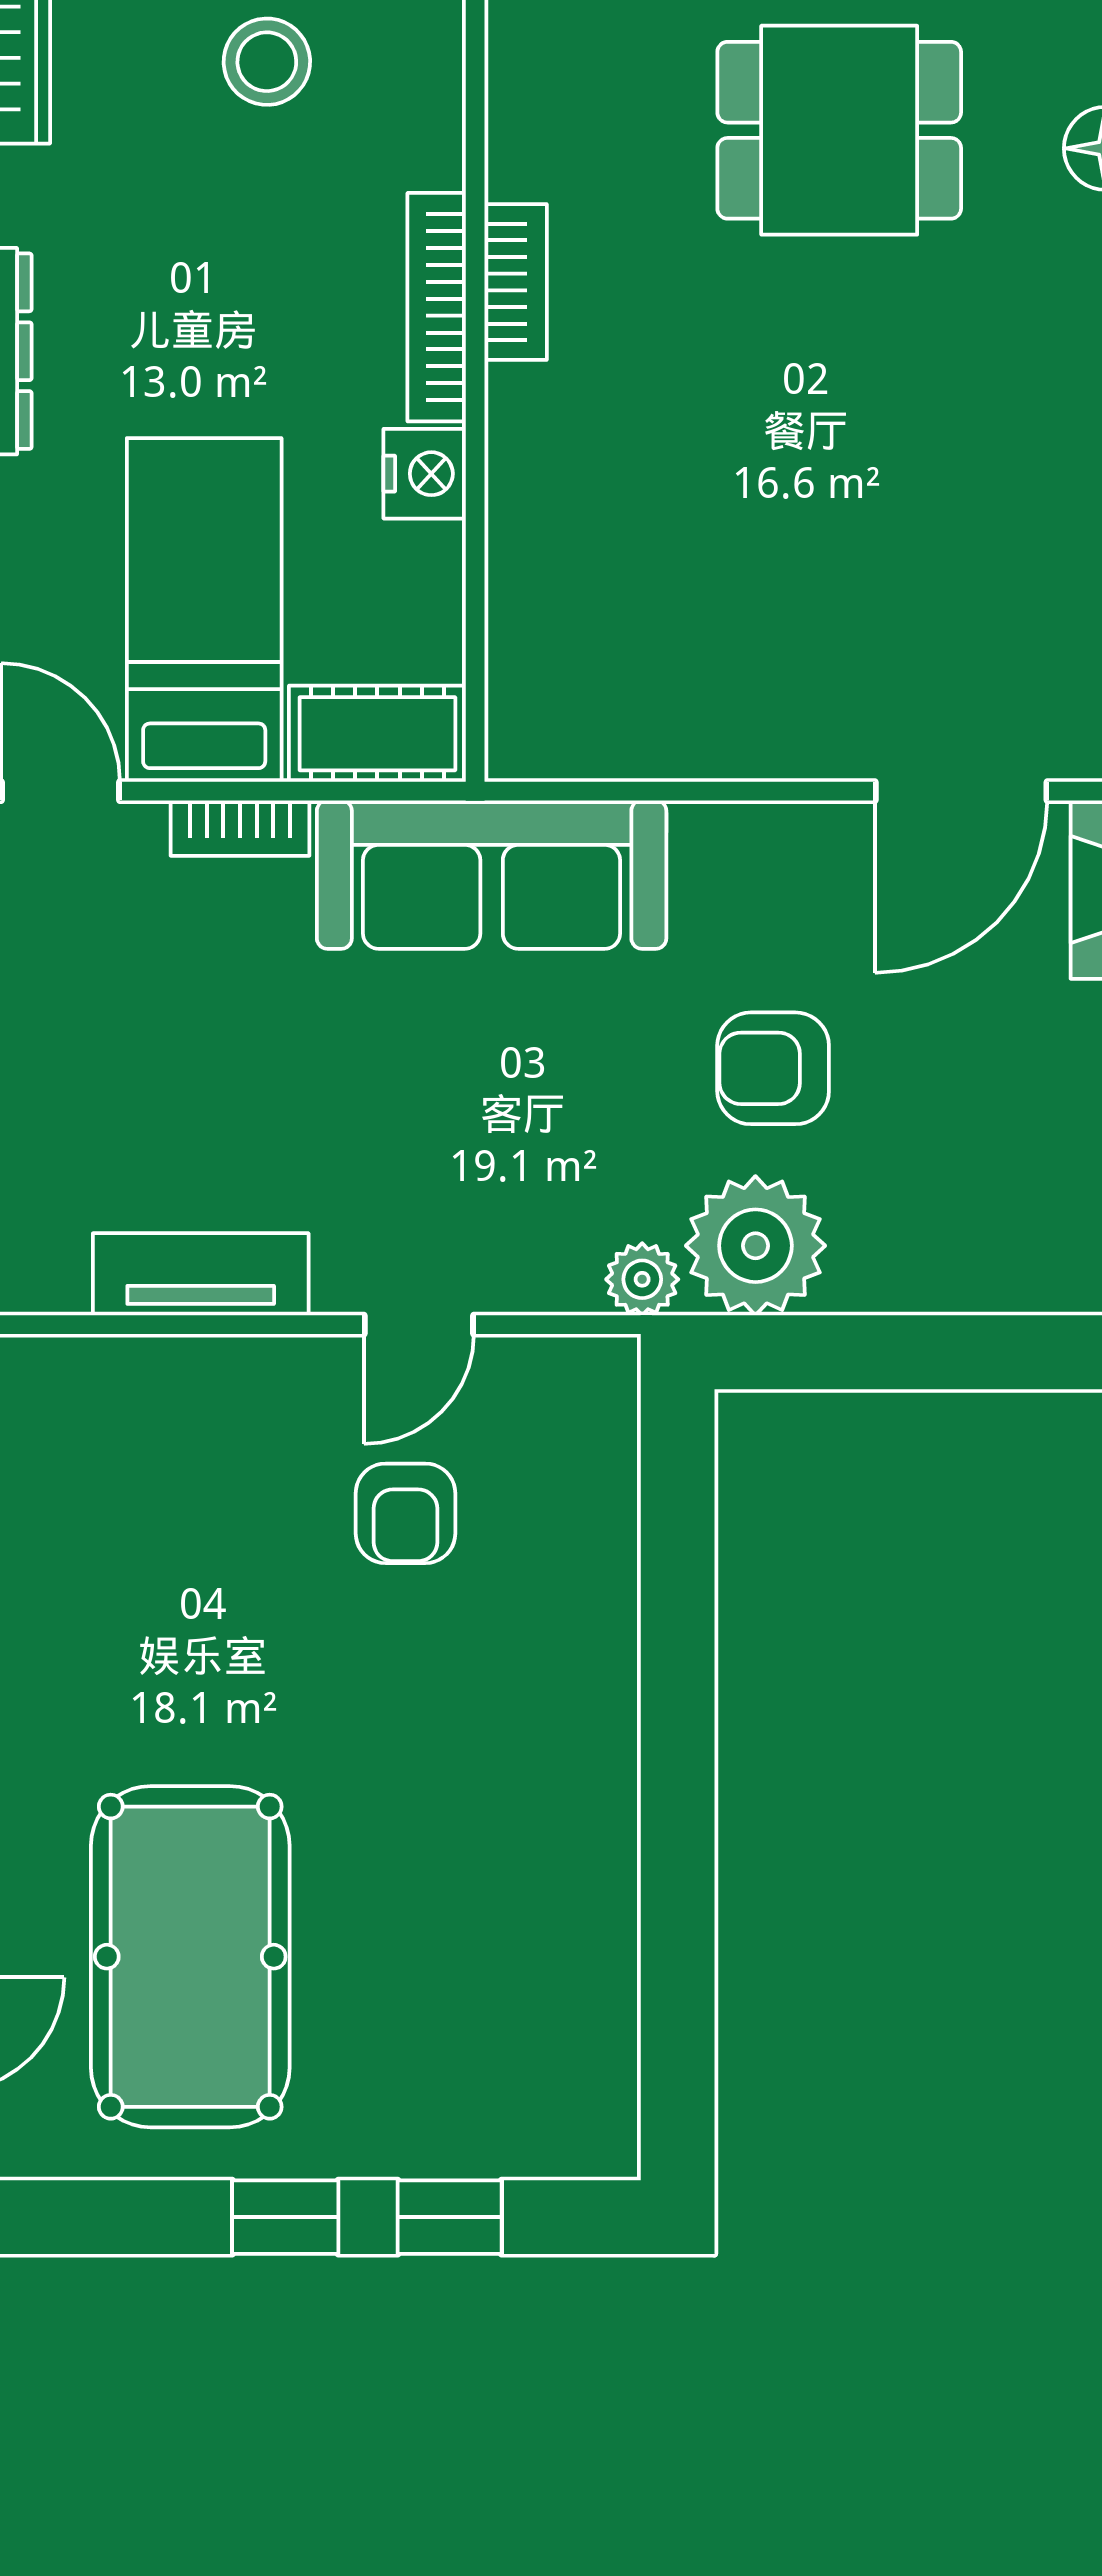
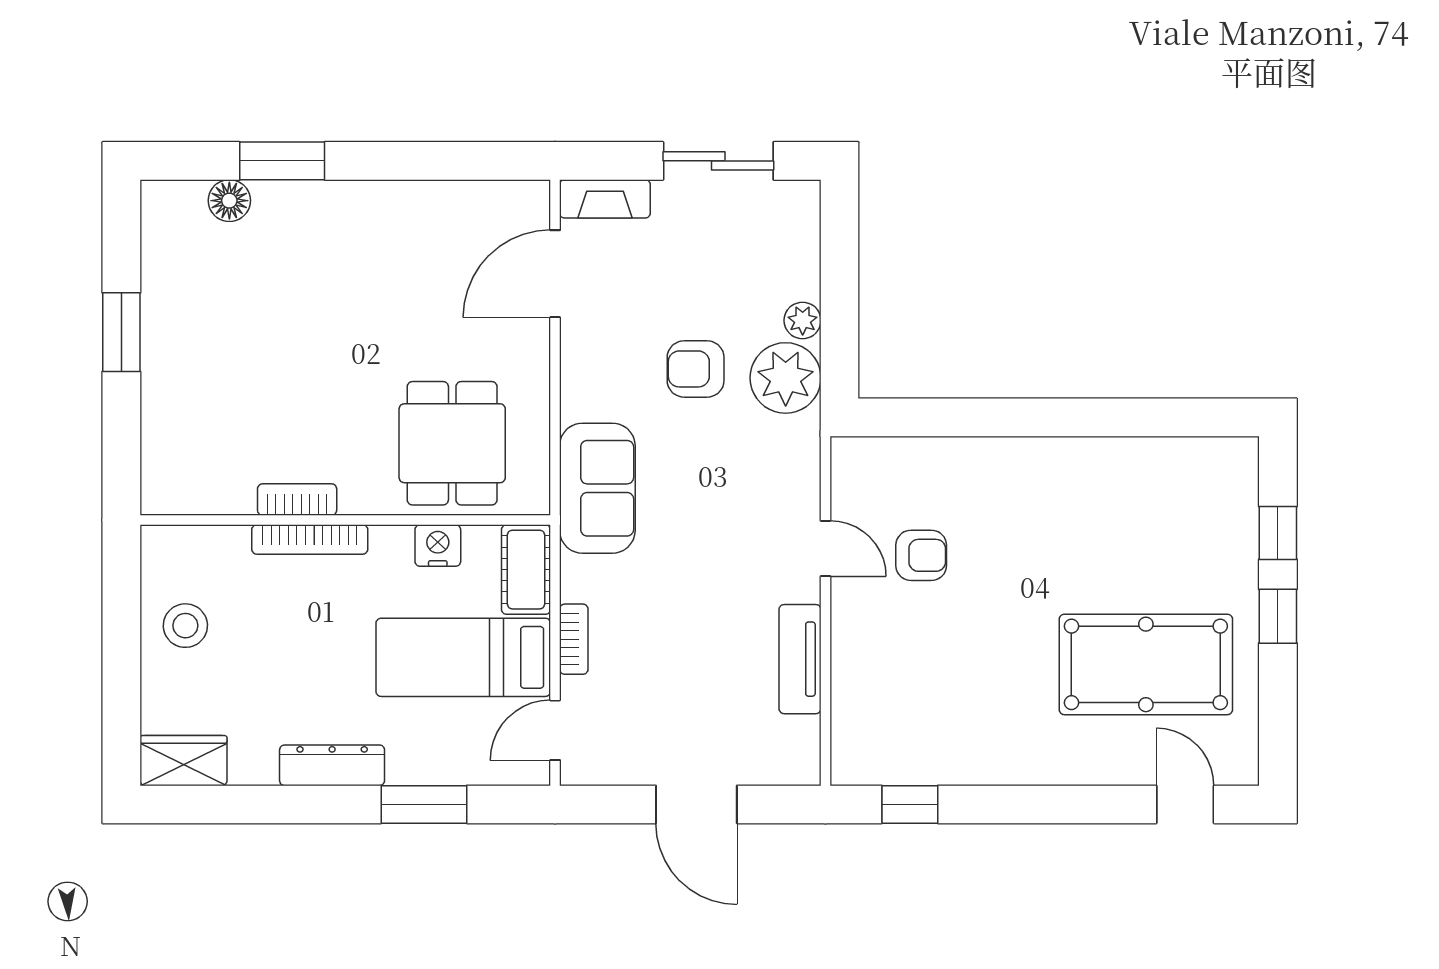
dining table: (839, 130) -> (452, 443), moved
nightstand: (425, 474) -> (438, 546), moved
door: (961, 791) -> (555, 274), swing flipped
sofa: (492, 875) -> (597, 488), width x0.73
armchair: (773, 1068) -> (696, 369), turned 90
plant: (642, 1279) -> (803, 320), moved

